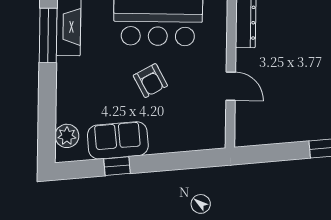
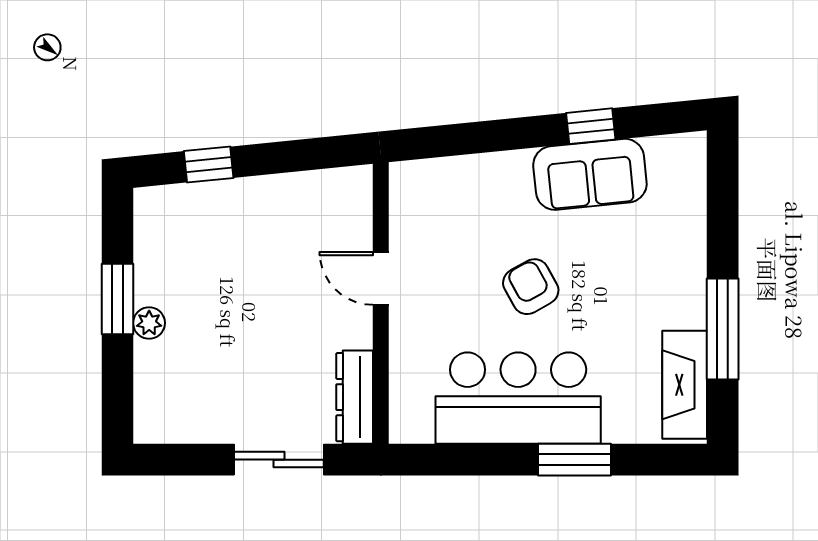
window: (48, 35) -> (723, 329), moved
plant: (67, 136) -> (685, 181), removed

